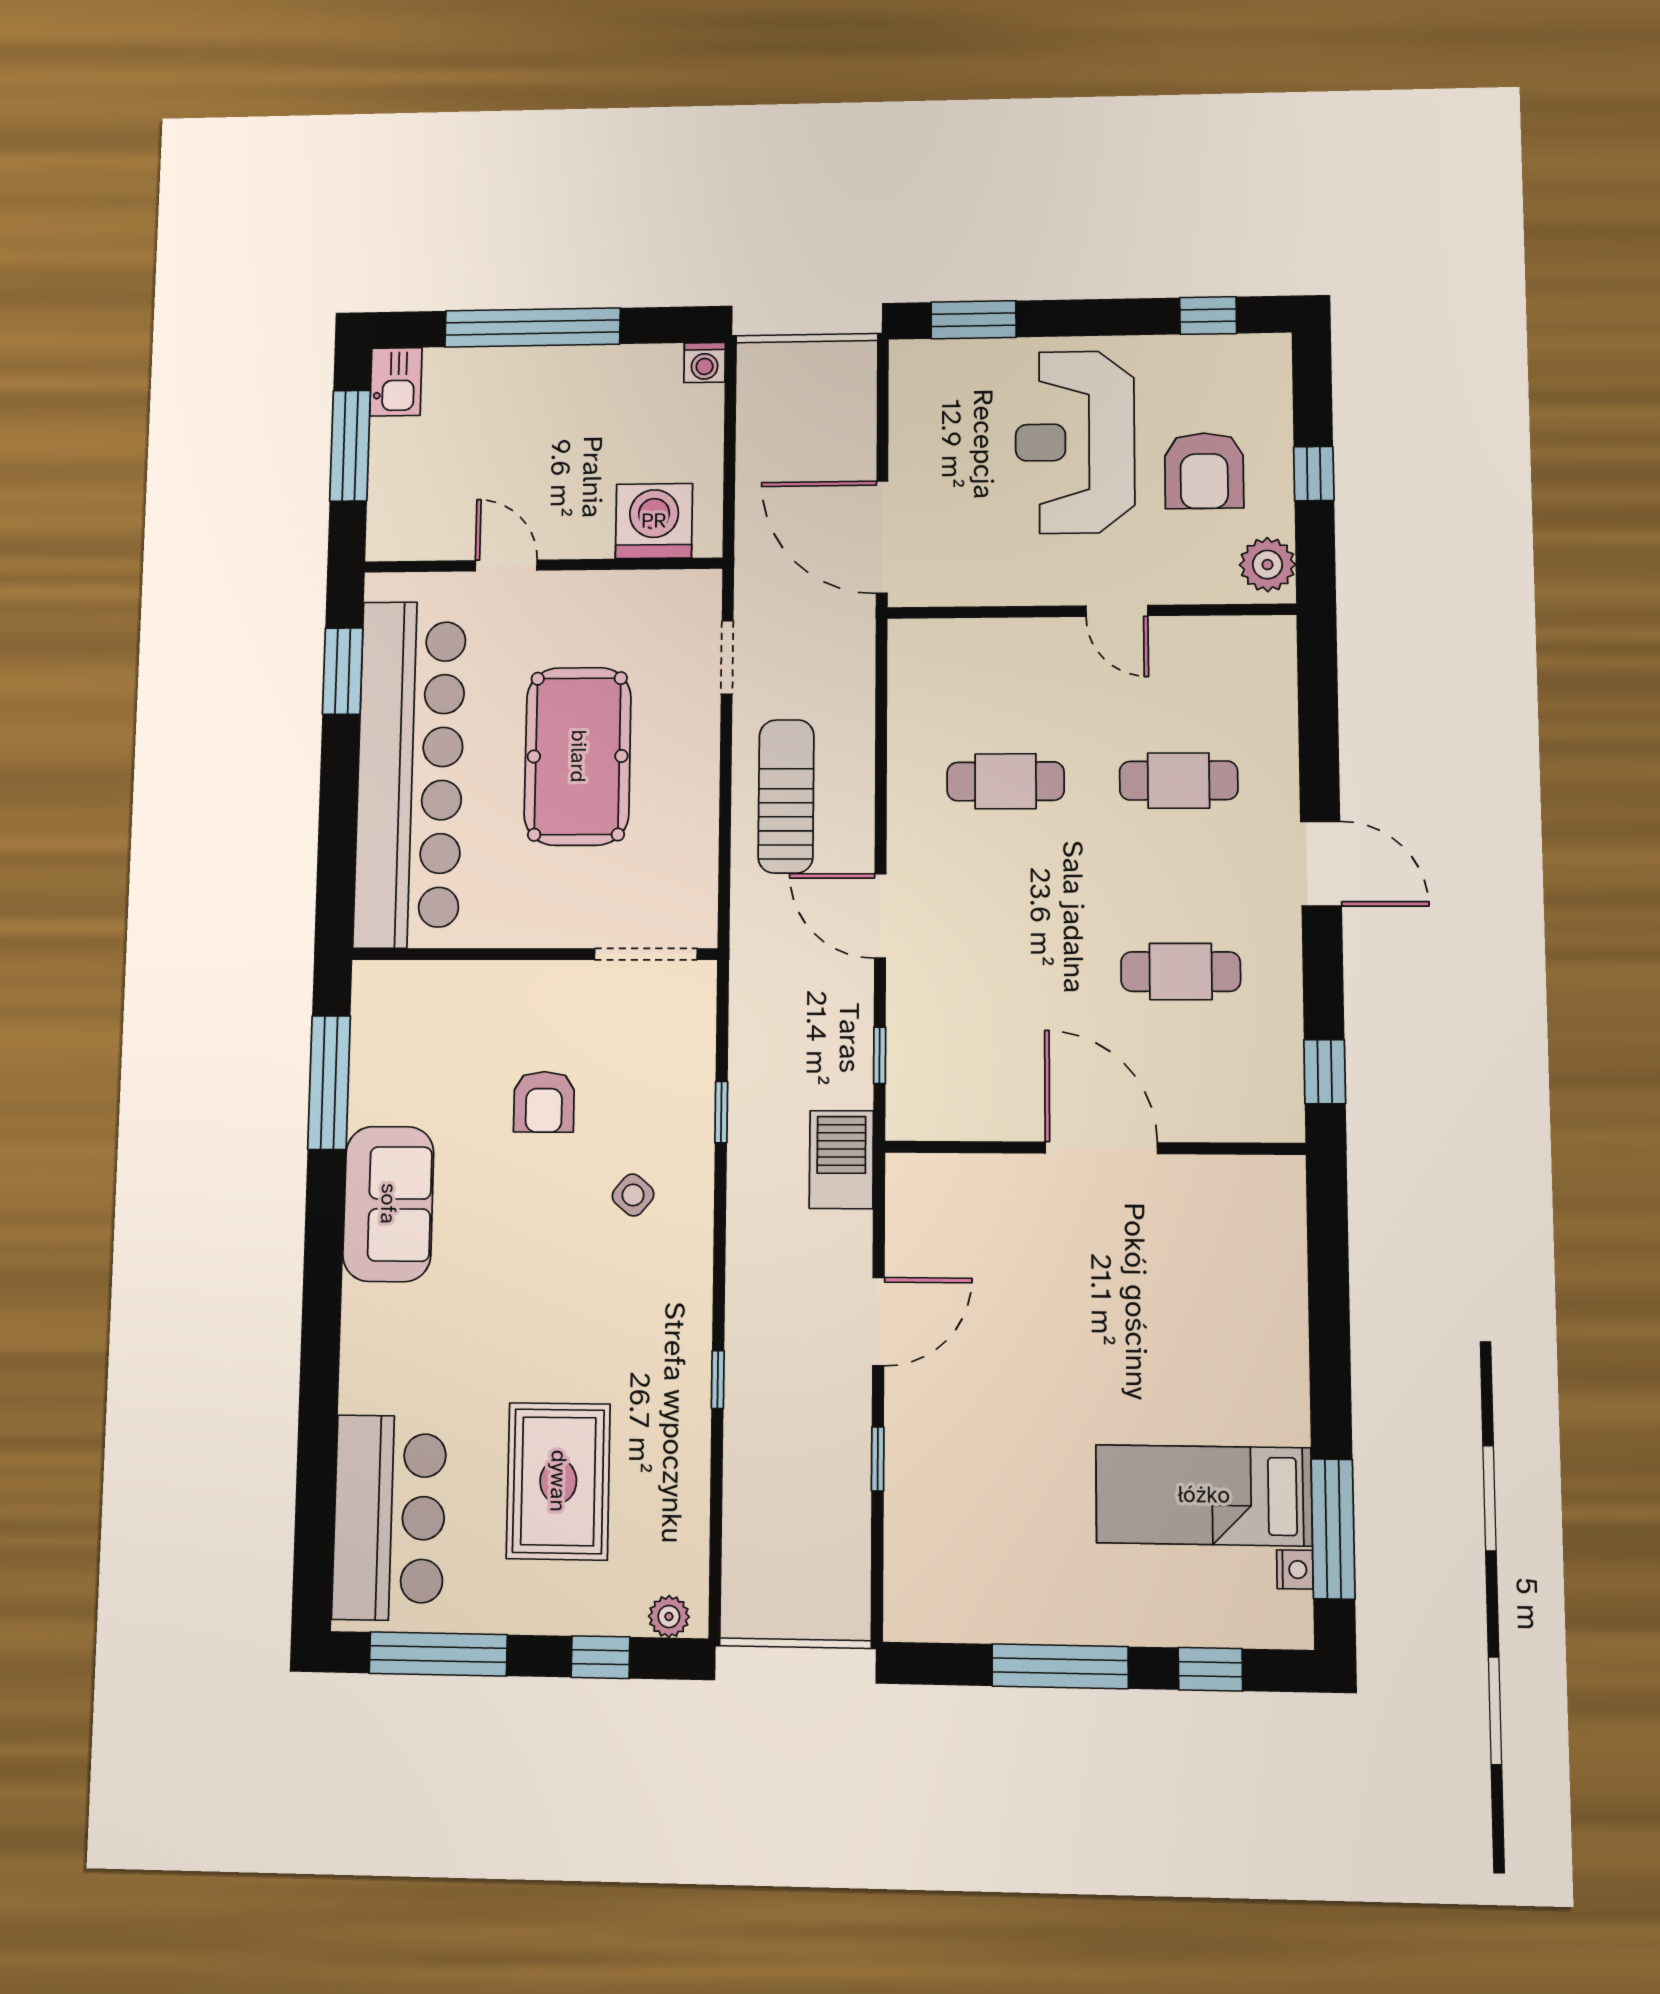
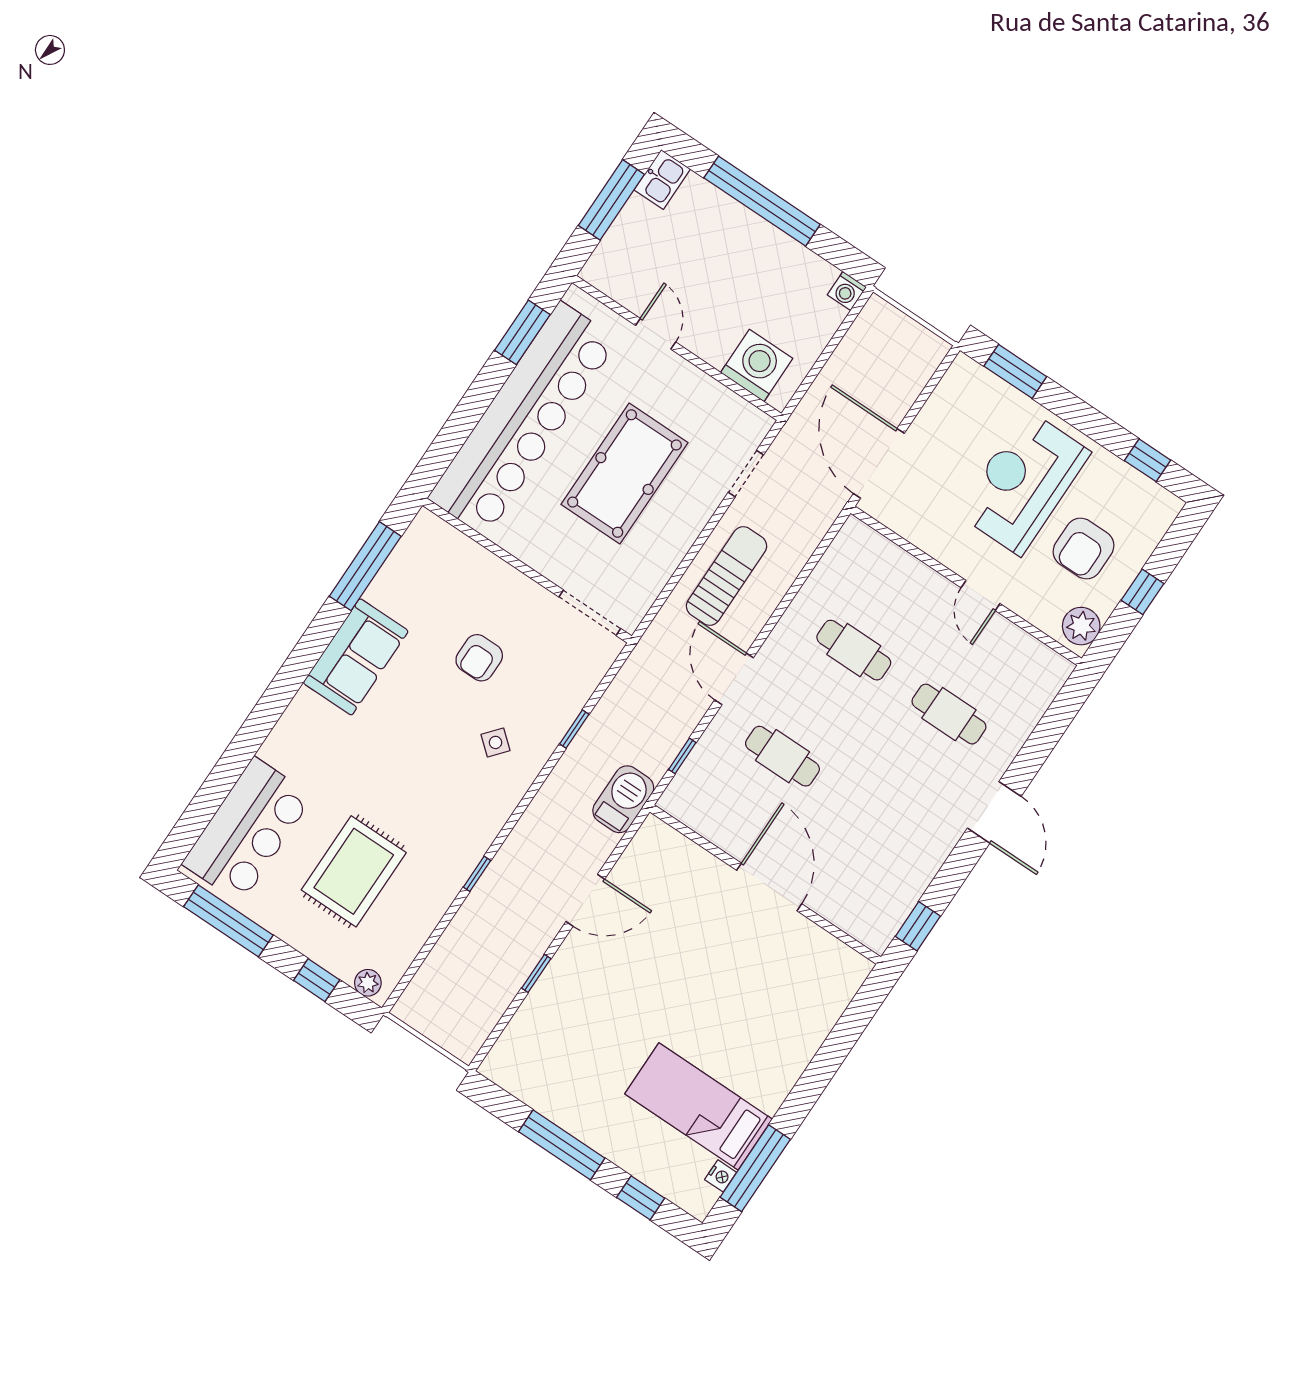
cafe table: (1181, 972) -> (782, 756), moved

